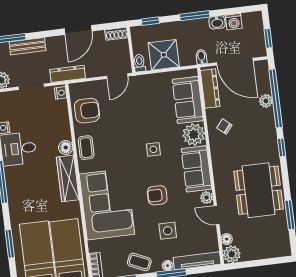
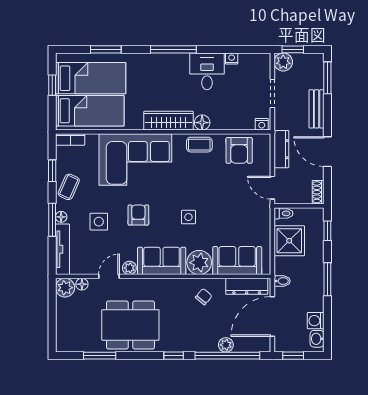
washbasin: (217, 22) -> (317, 339), moved
bench: (27, 46) -> (317, 109), moved
dresser: (68, 74) -> (281, 149), moved

